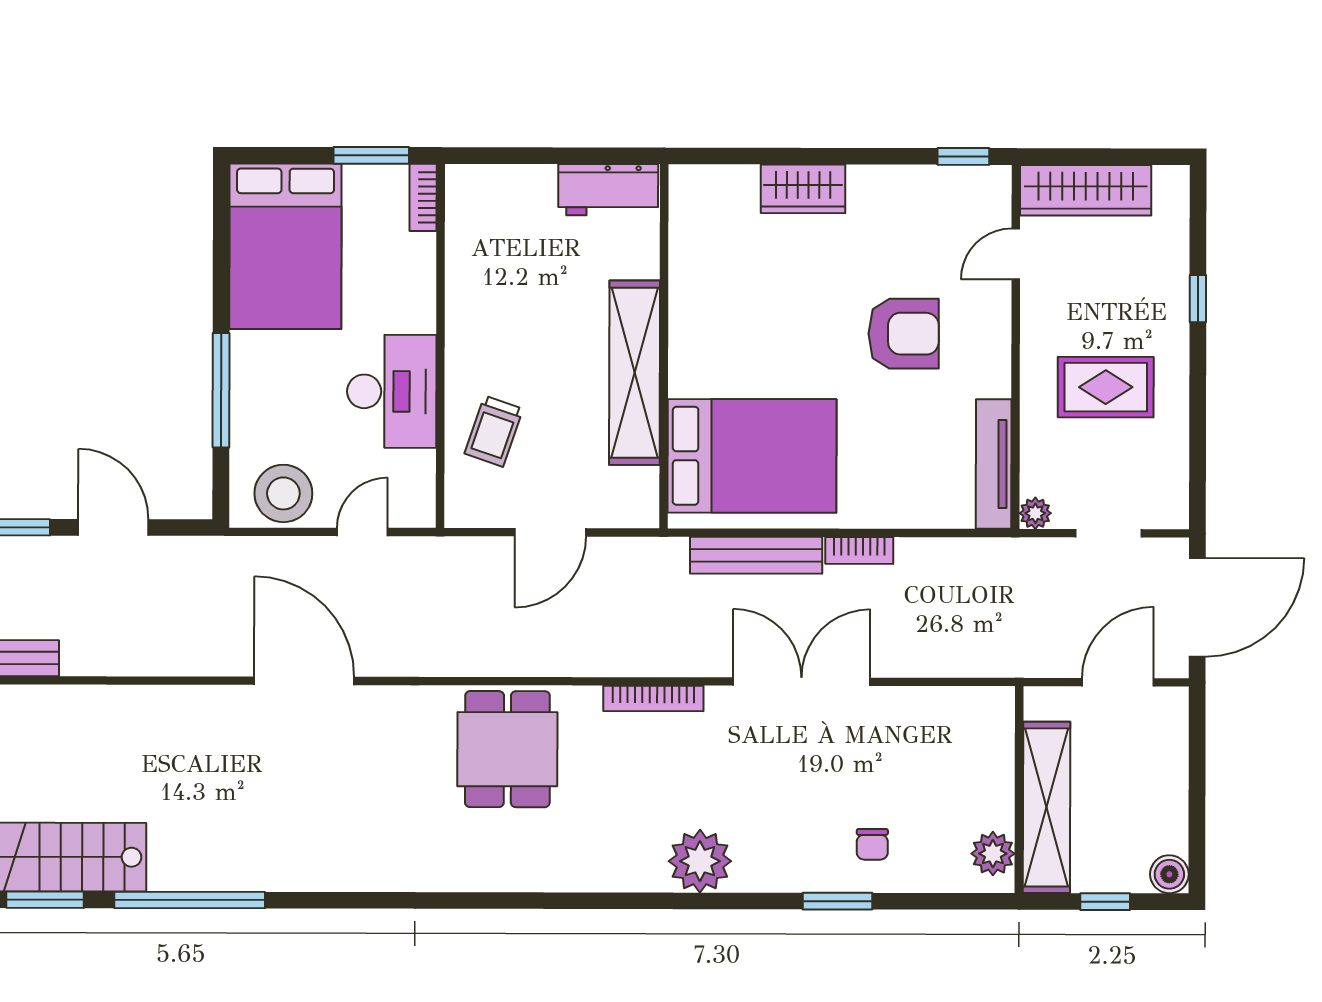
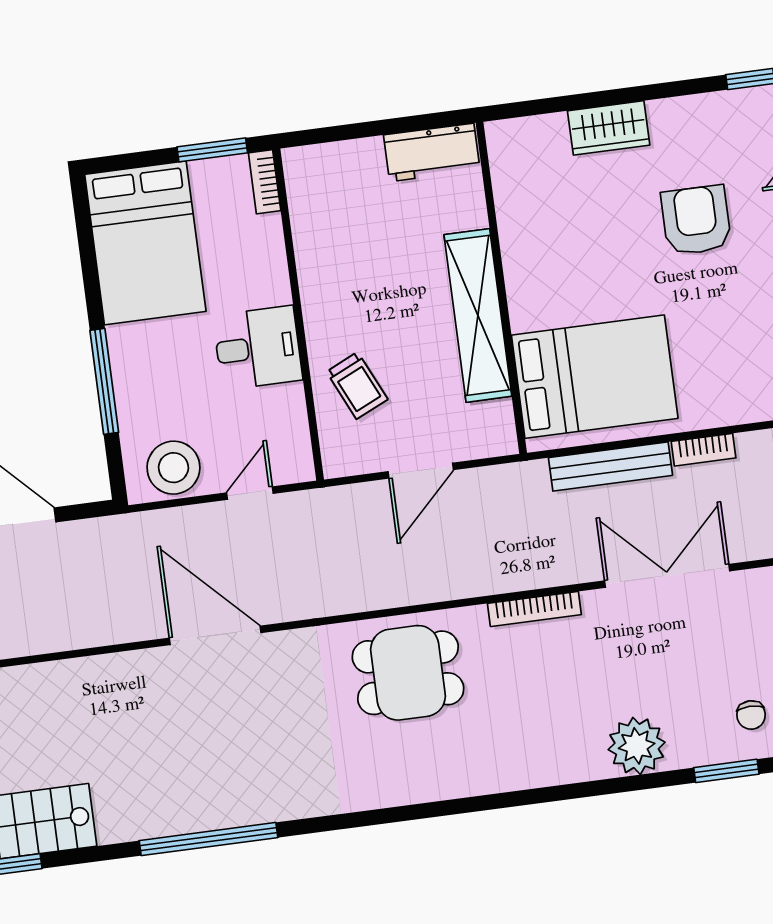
armchair: (904, 334) -> (696, 220), moved, turned -90
desk: (392, 391) -> (258, 348), width x0.73
trolley: (494, 431) -> (357, 386), turned -44
dining table: (507, 749) -> (408, 673), turned 90
plant: (700, 861) -> (637, 746), moved
window: (190, 900) -> (208, 839), moved

